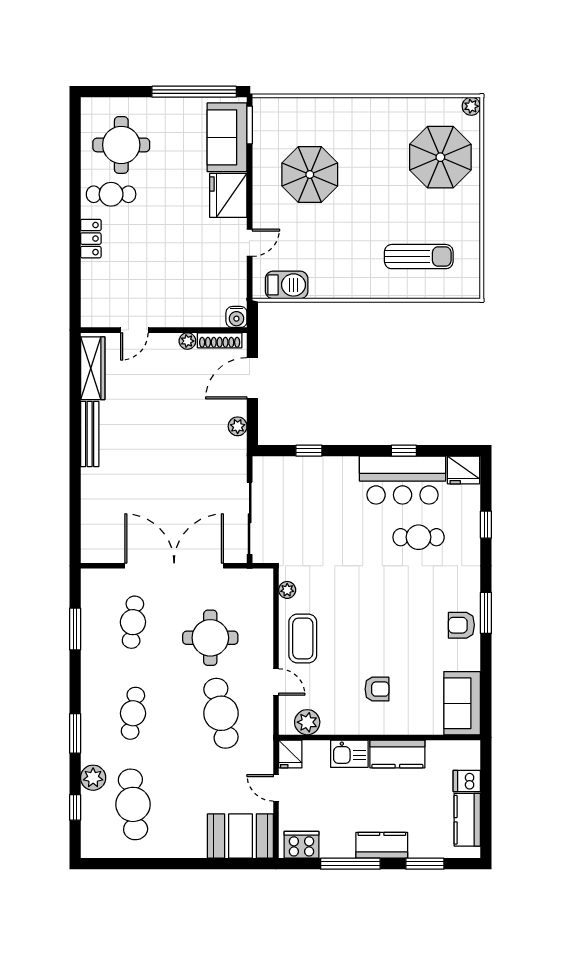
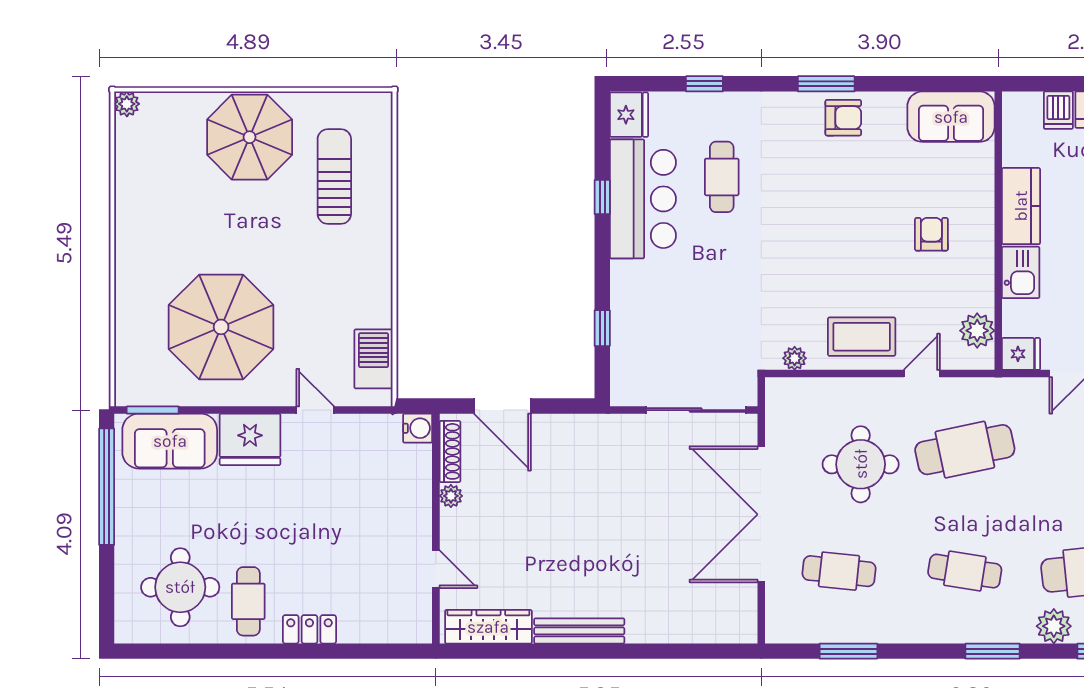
parasol: (440, 157) -> (250, 137), moved
parasol: (310, 175) -> (221, 327), width x1.36, depth x1.36
plant: (238, 426) -> (569, 427), removed
armchair: (461, 625) -> (843, 118), turned -90

